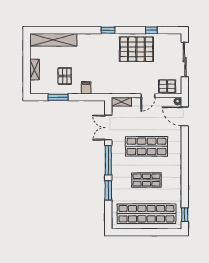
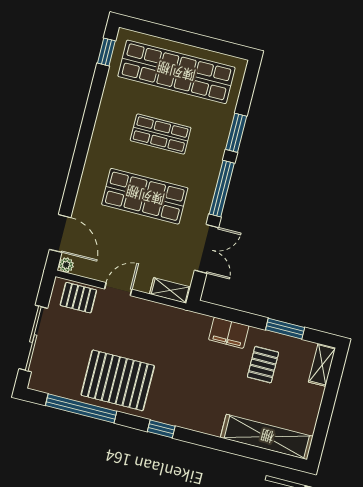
window: (151, 30) -> (81, 408), width x3.17
shelving: (35, 70) -> (322, 365), moved
filing cabinet: (86, 88) -> (229, 333), width x2.00

